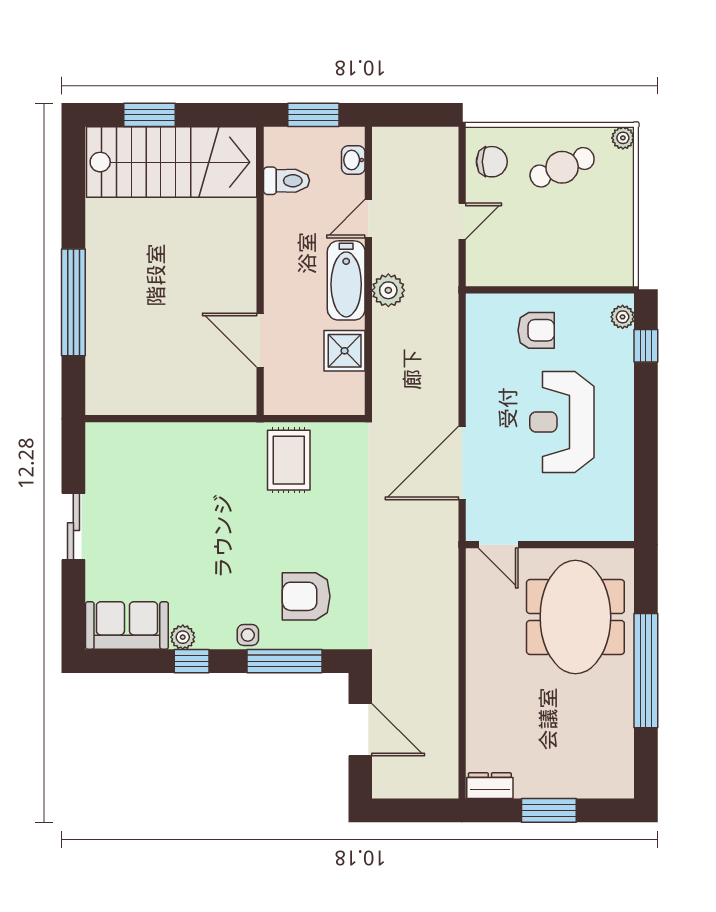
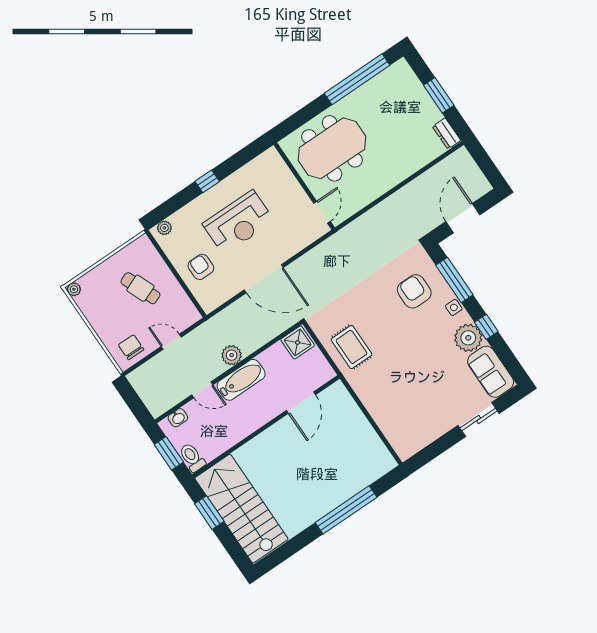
window: (150, 115) -> (209, 513), moved
cafe table: (562, 167) -> (140, 288), moved
toilet: (286, 181) -> (192, 457), moved
window: (646, 346) -> (207, 181), moved
shower: (345, 351) -> (298, 342), moved
rug: (289, 460) -> (351, 347), turned 90
door: (462, 463) -> (264, 279), moved
sliding door: (73, 527) -> (479, 419), moved
armchair: (306, 596) -> (414, 291), turned 180
plant: (183, 637) -> (468, 338), width x1.88, depth x1.88
window: (646, 671) -> (357, 79), moved

